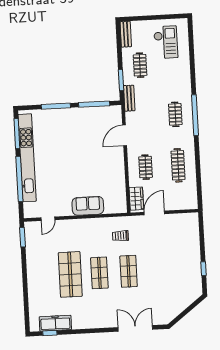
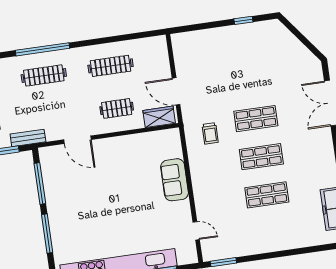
clothes rail: (175, 114) -> (44, 75), width x1.36
shop shelf: (70, 274) -> (267, 195), width x0.70, depth x0.74

